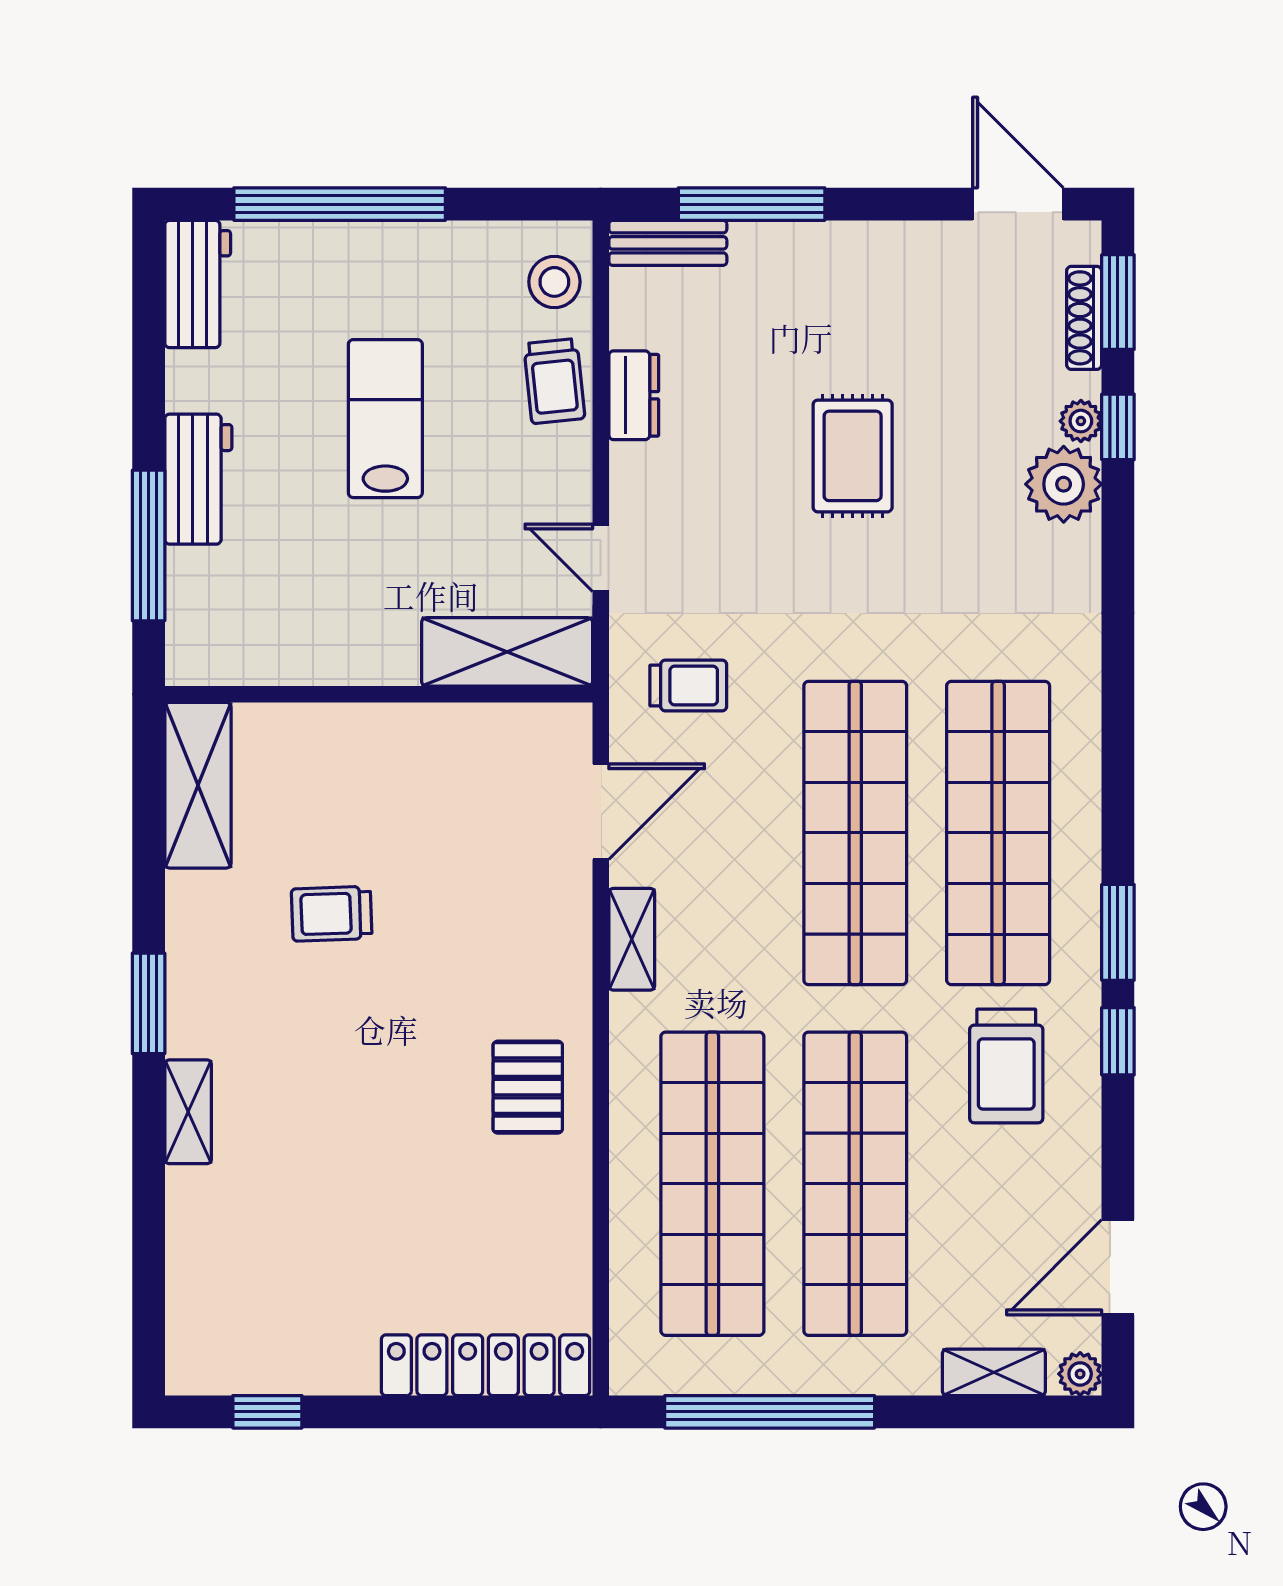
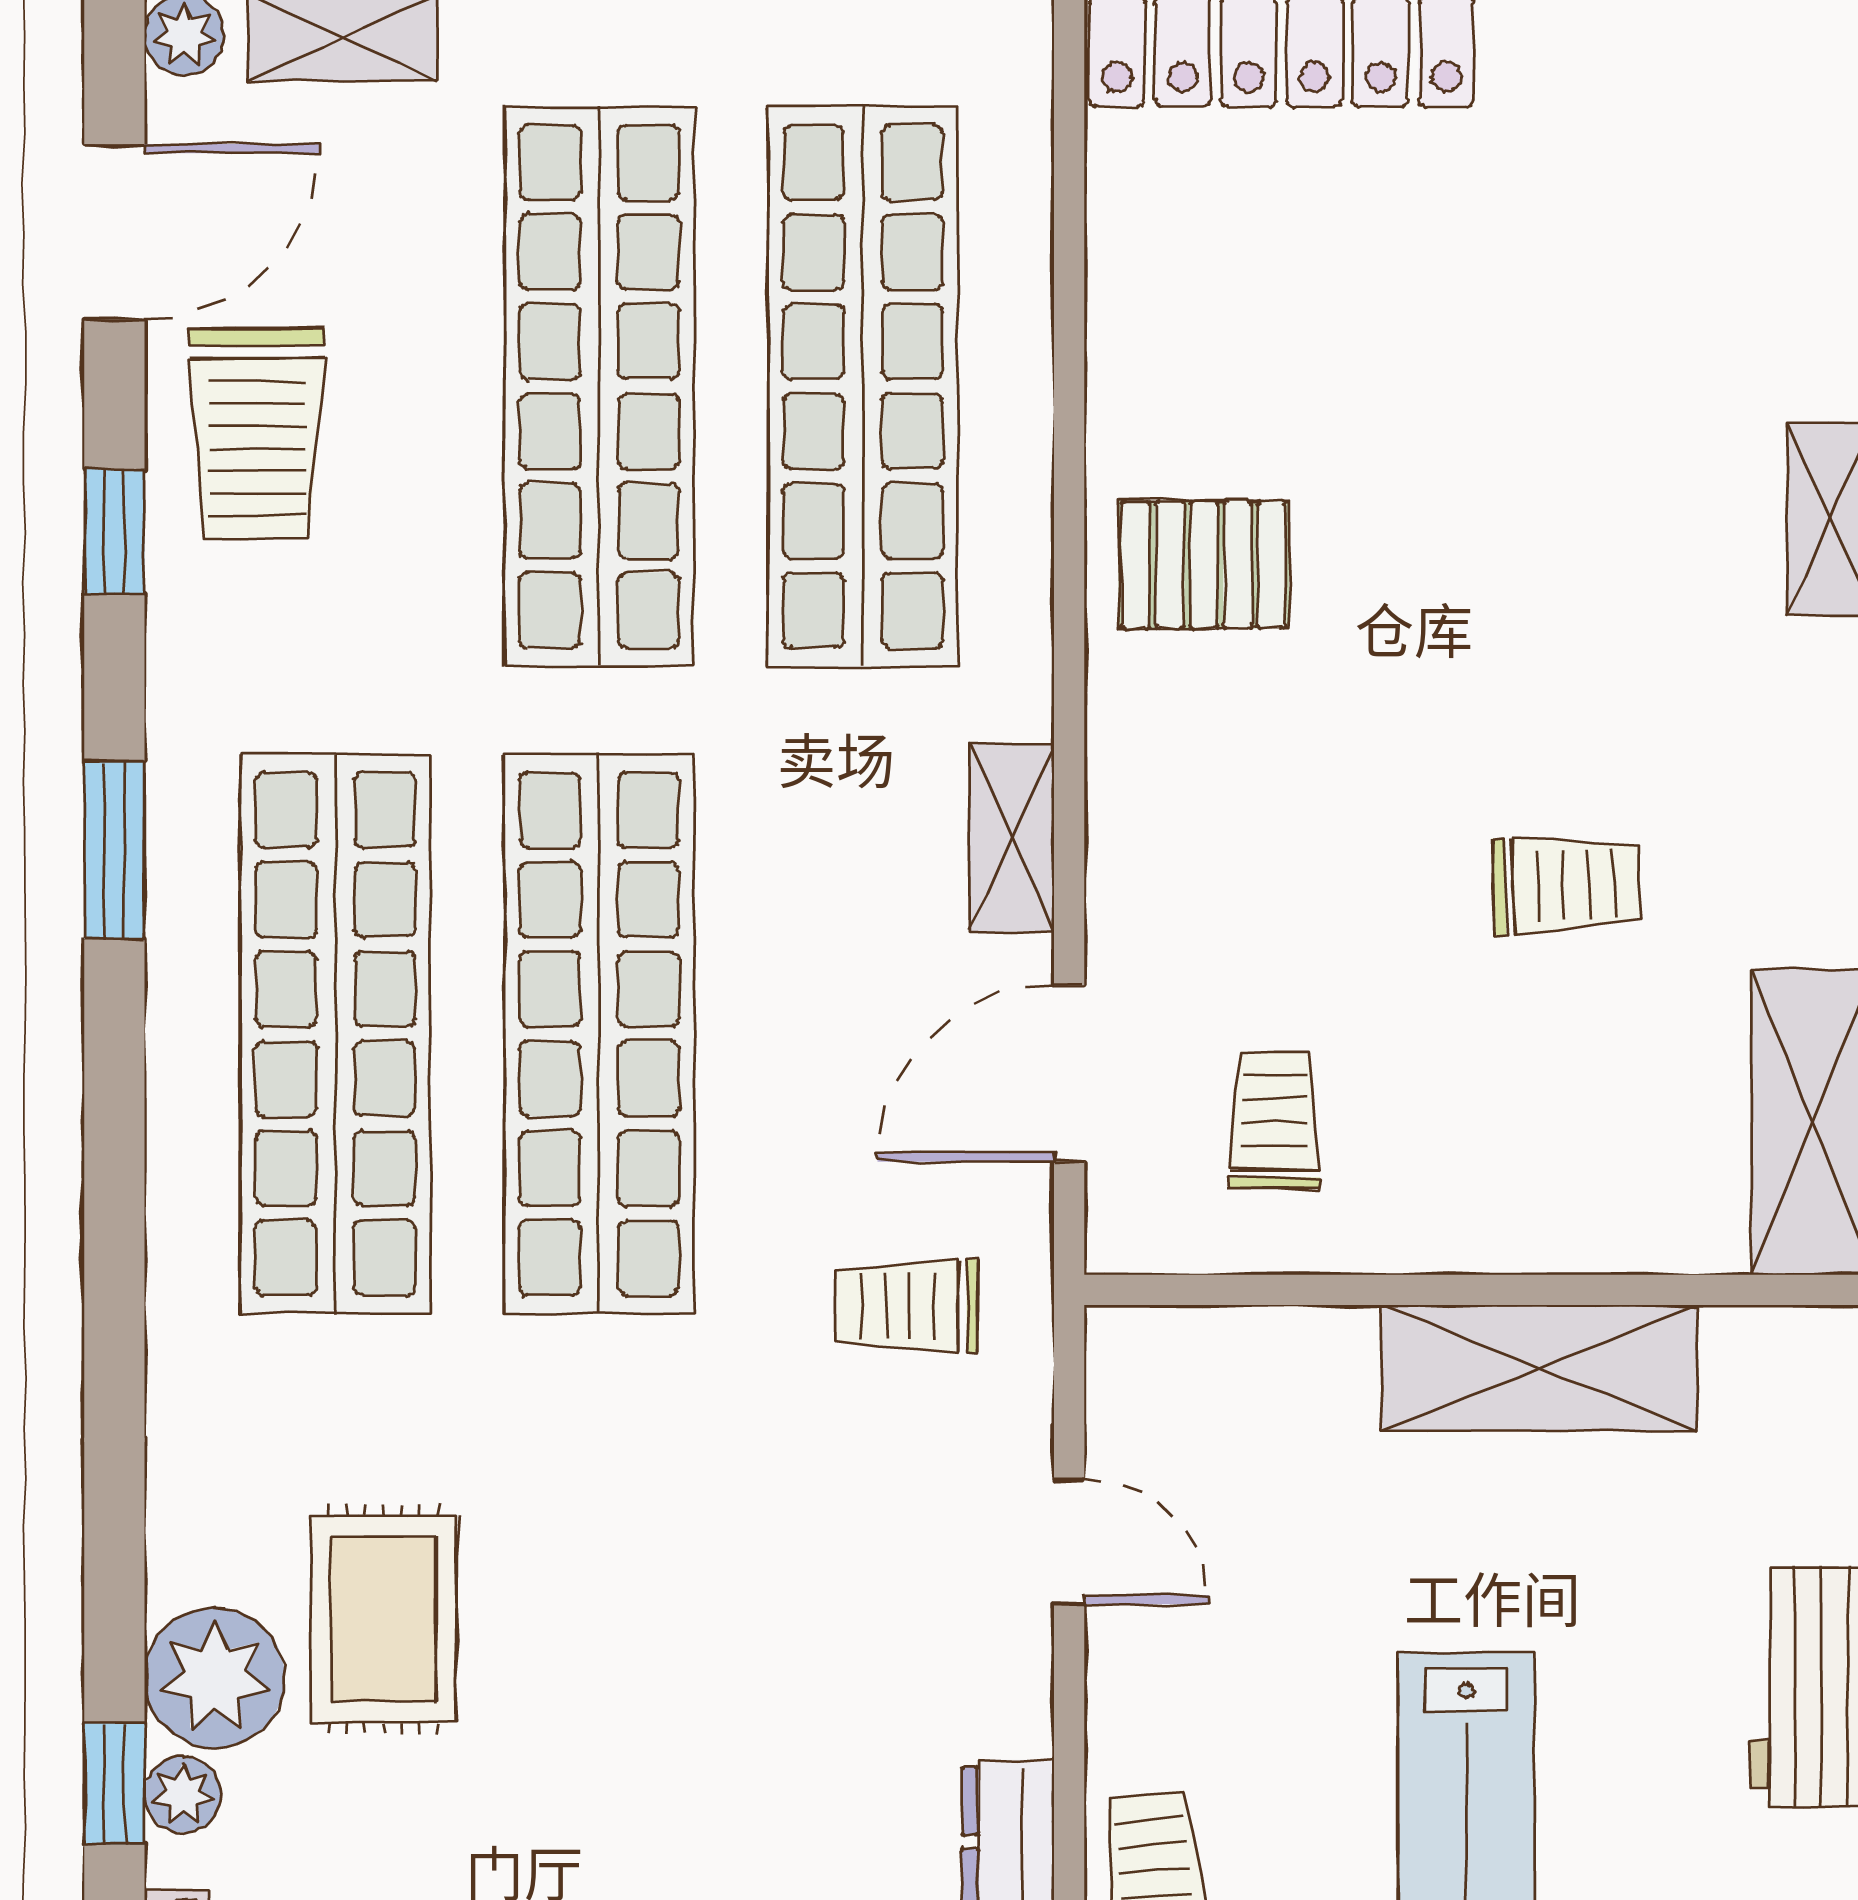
rug: (853, 456) -> (383, 1619), moved
shelving: (507, 652) -> (1539, 1368), moved
trolley: (489, 786) -> (1274, 1120), added
window: (1118, 1041) -> (114, 532), moved
trolley: (1006, 1066) -> (257, 434), moved, turned 180
pallet: (528, 1087) -> (1204, 565), turned 90

